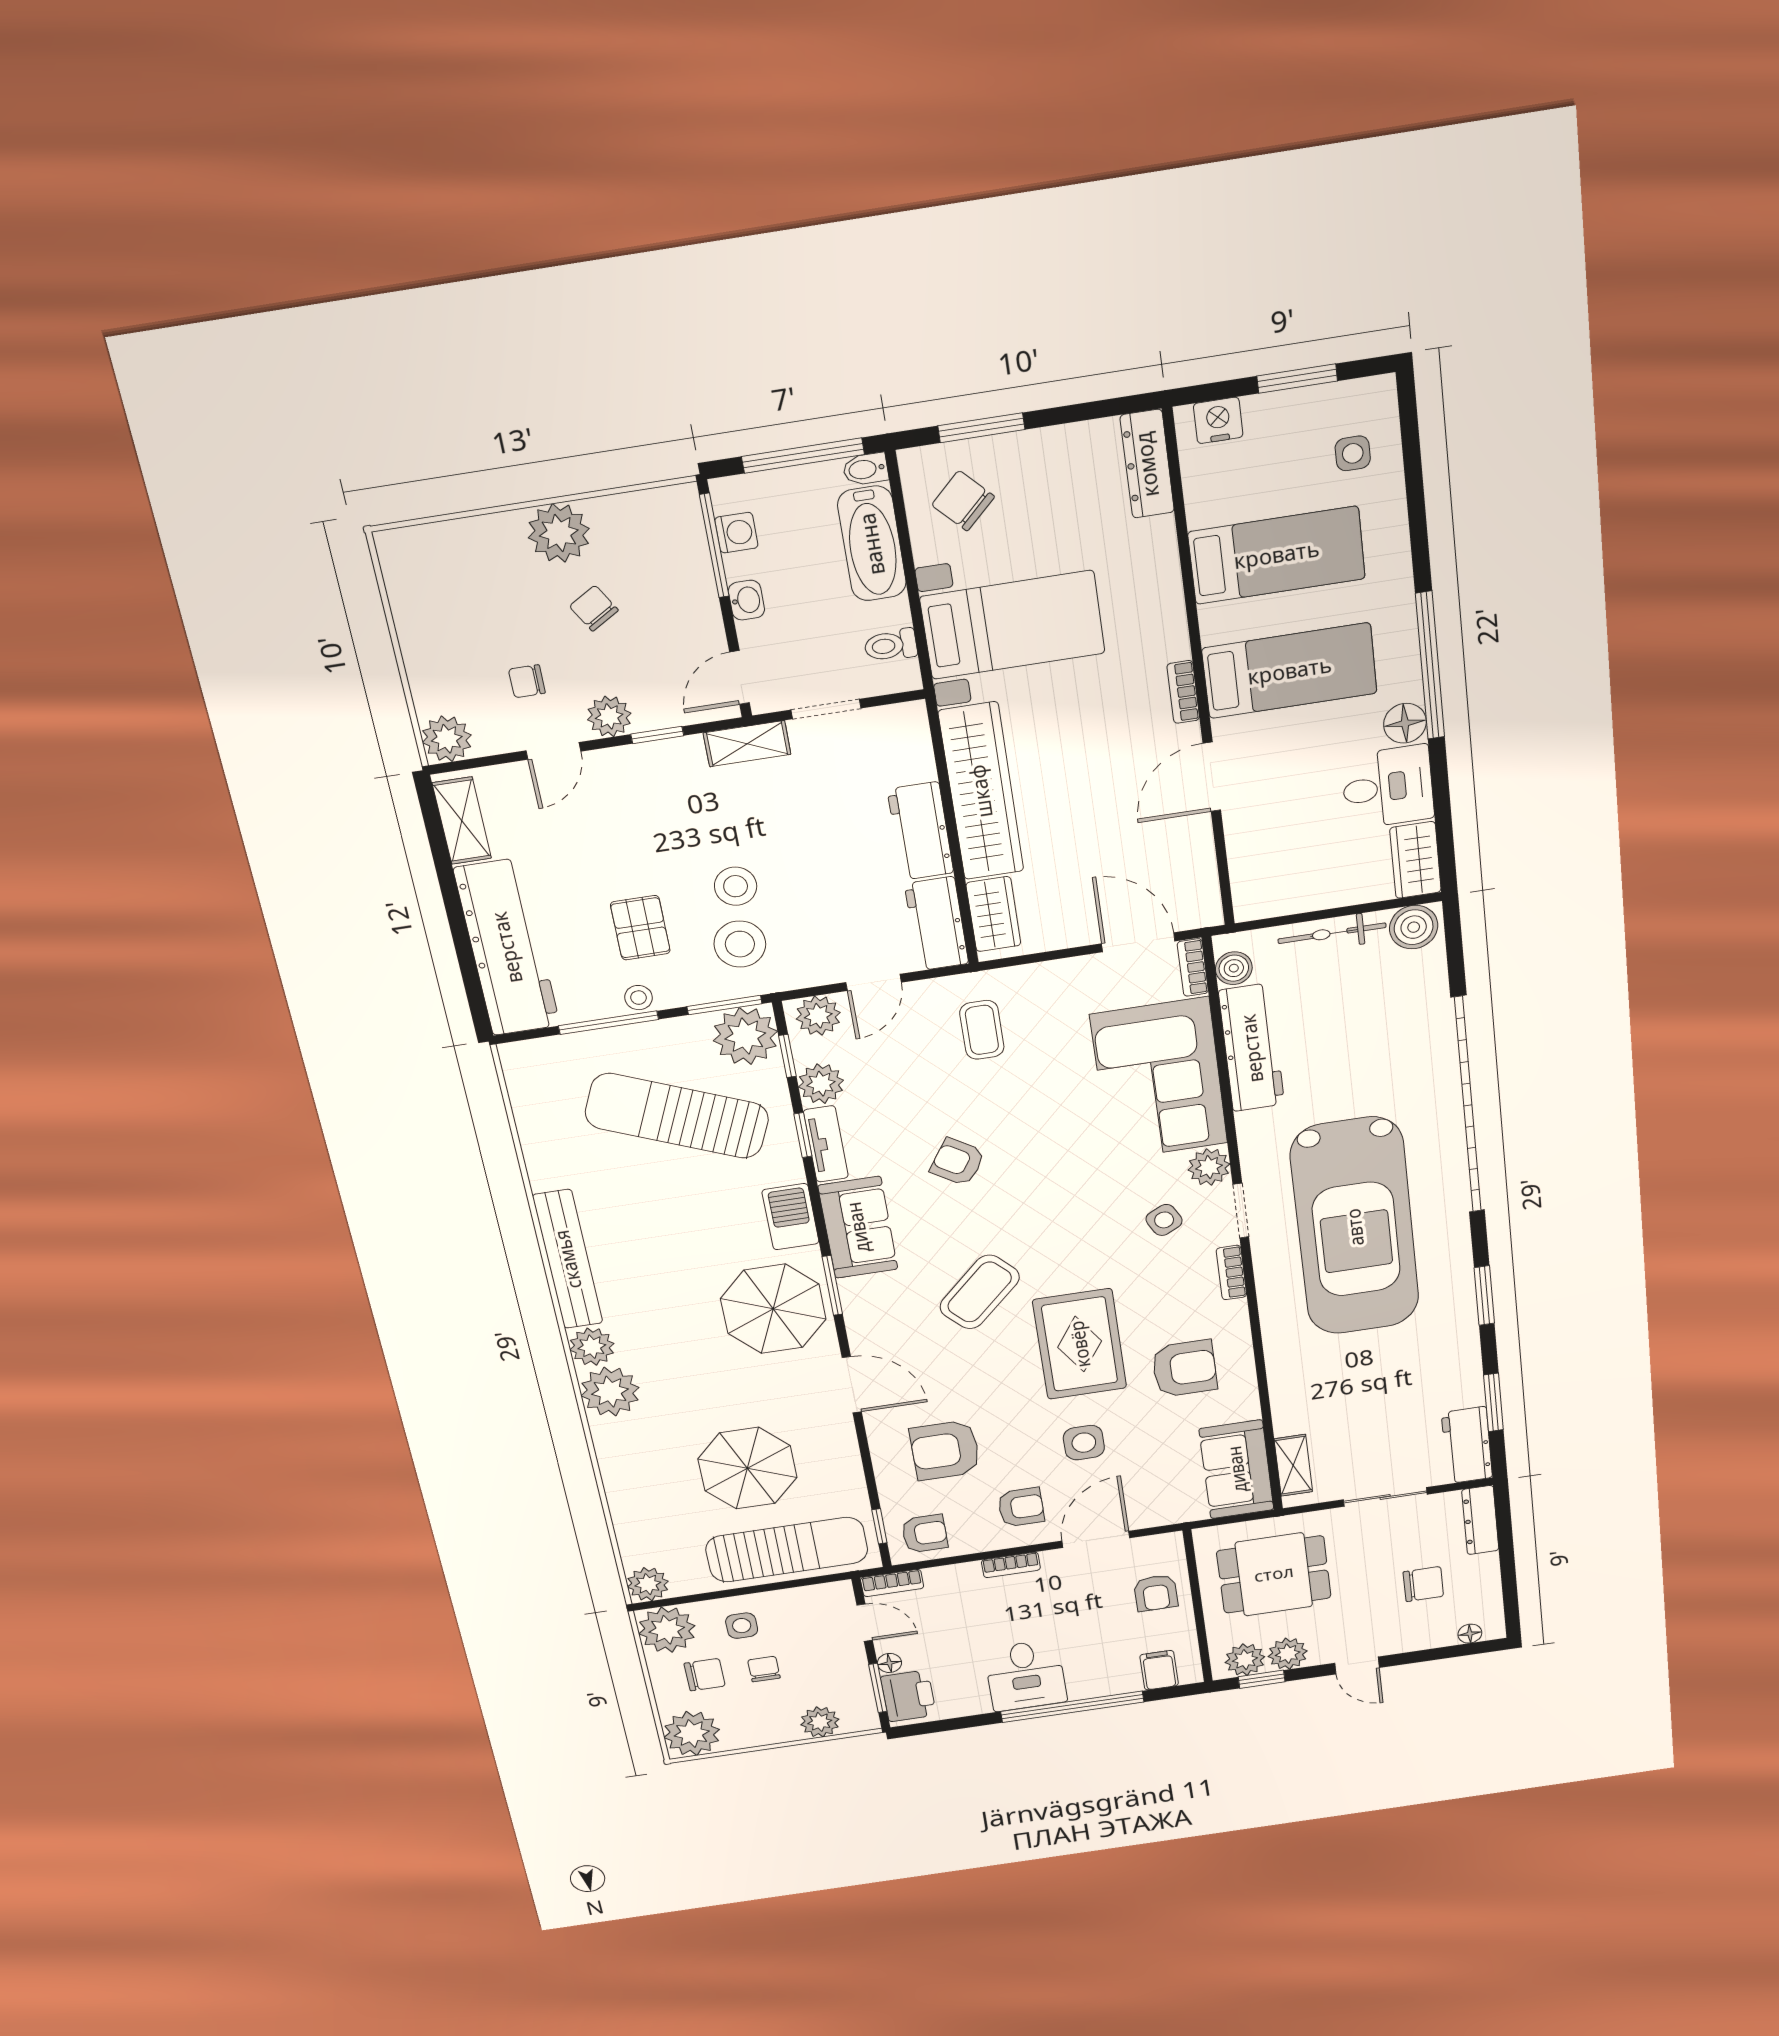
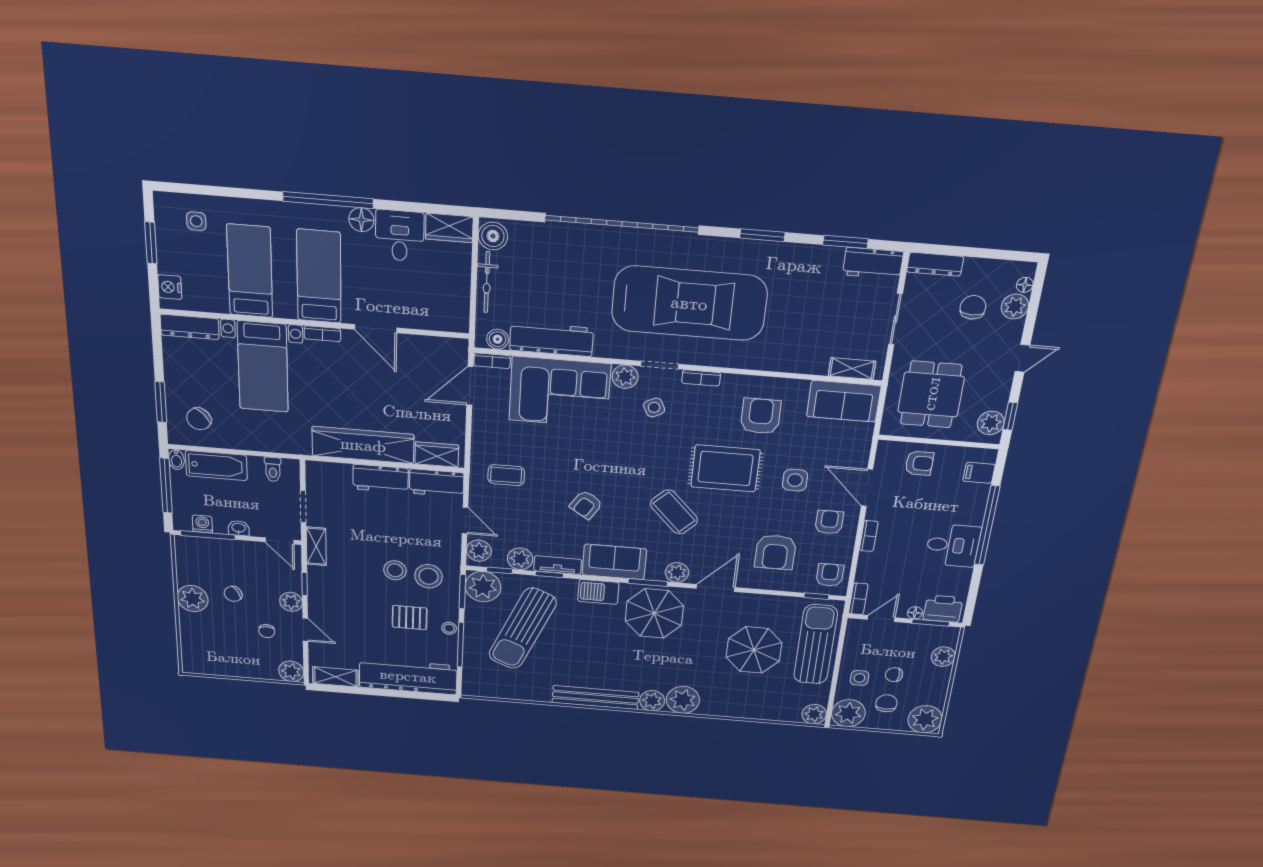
bed with nightstands: (1012, 625) -> (263, 367), moved, turned 180
plant: (865, 1323) -> (677, 572), added
plant: (1288, 1654) -> (1015, 306), moved

